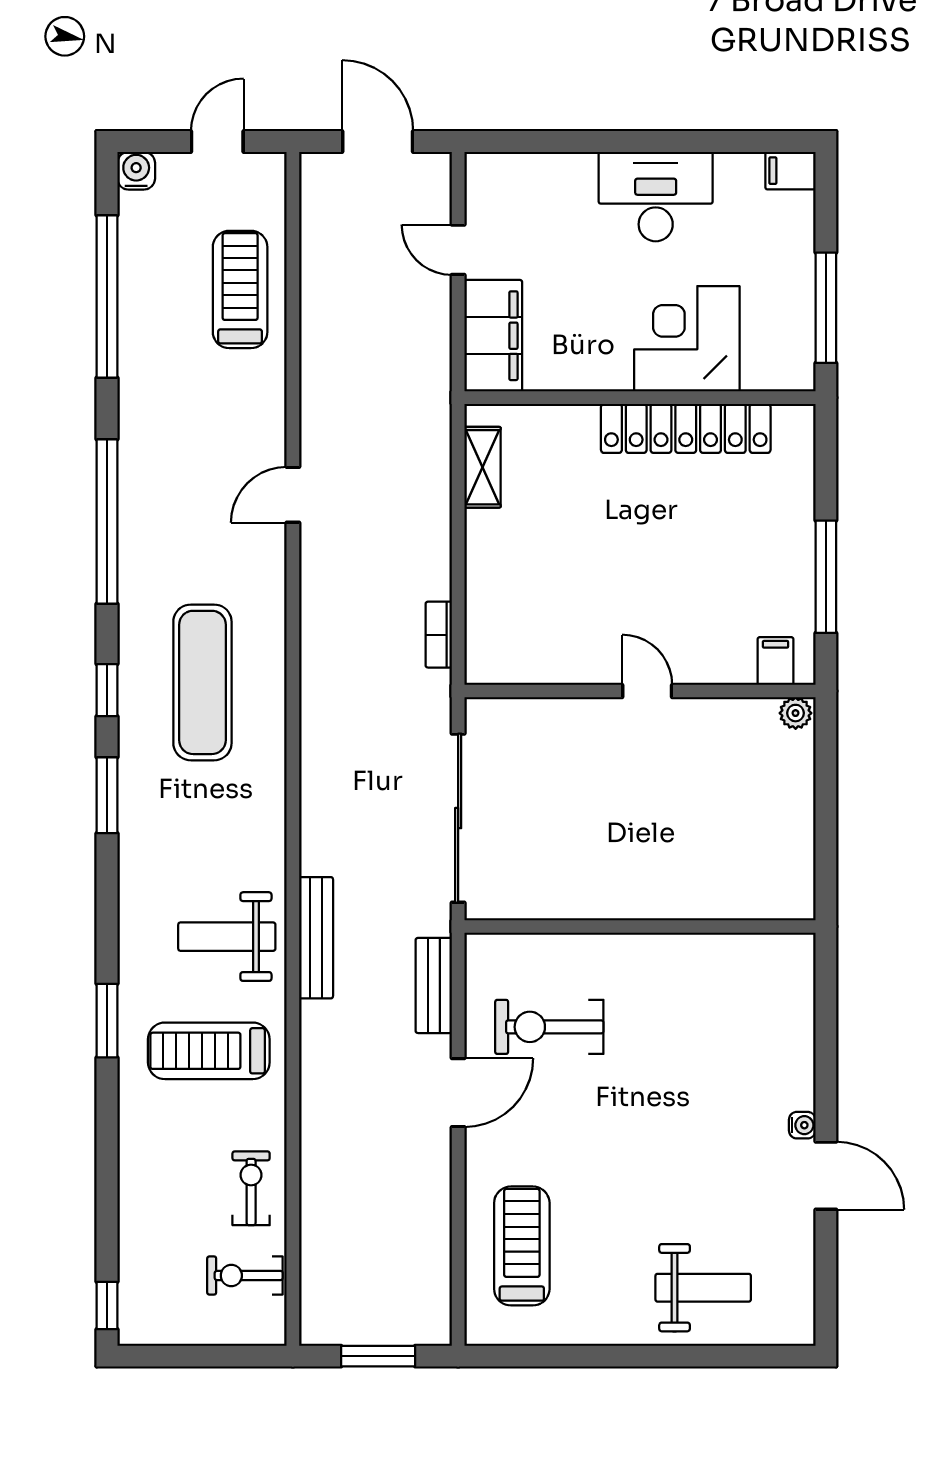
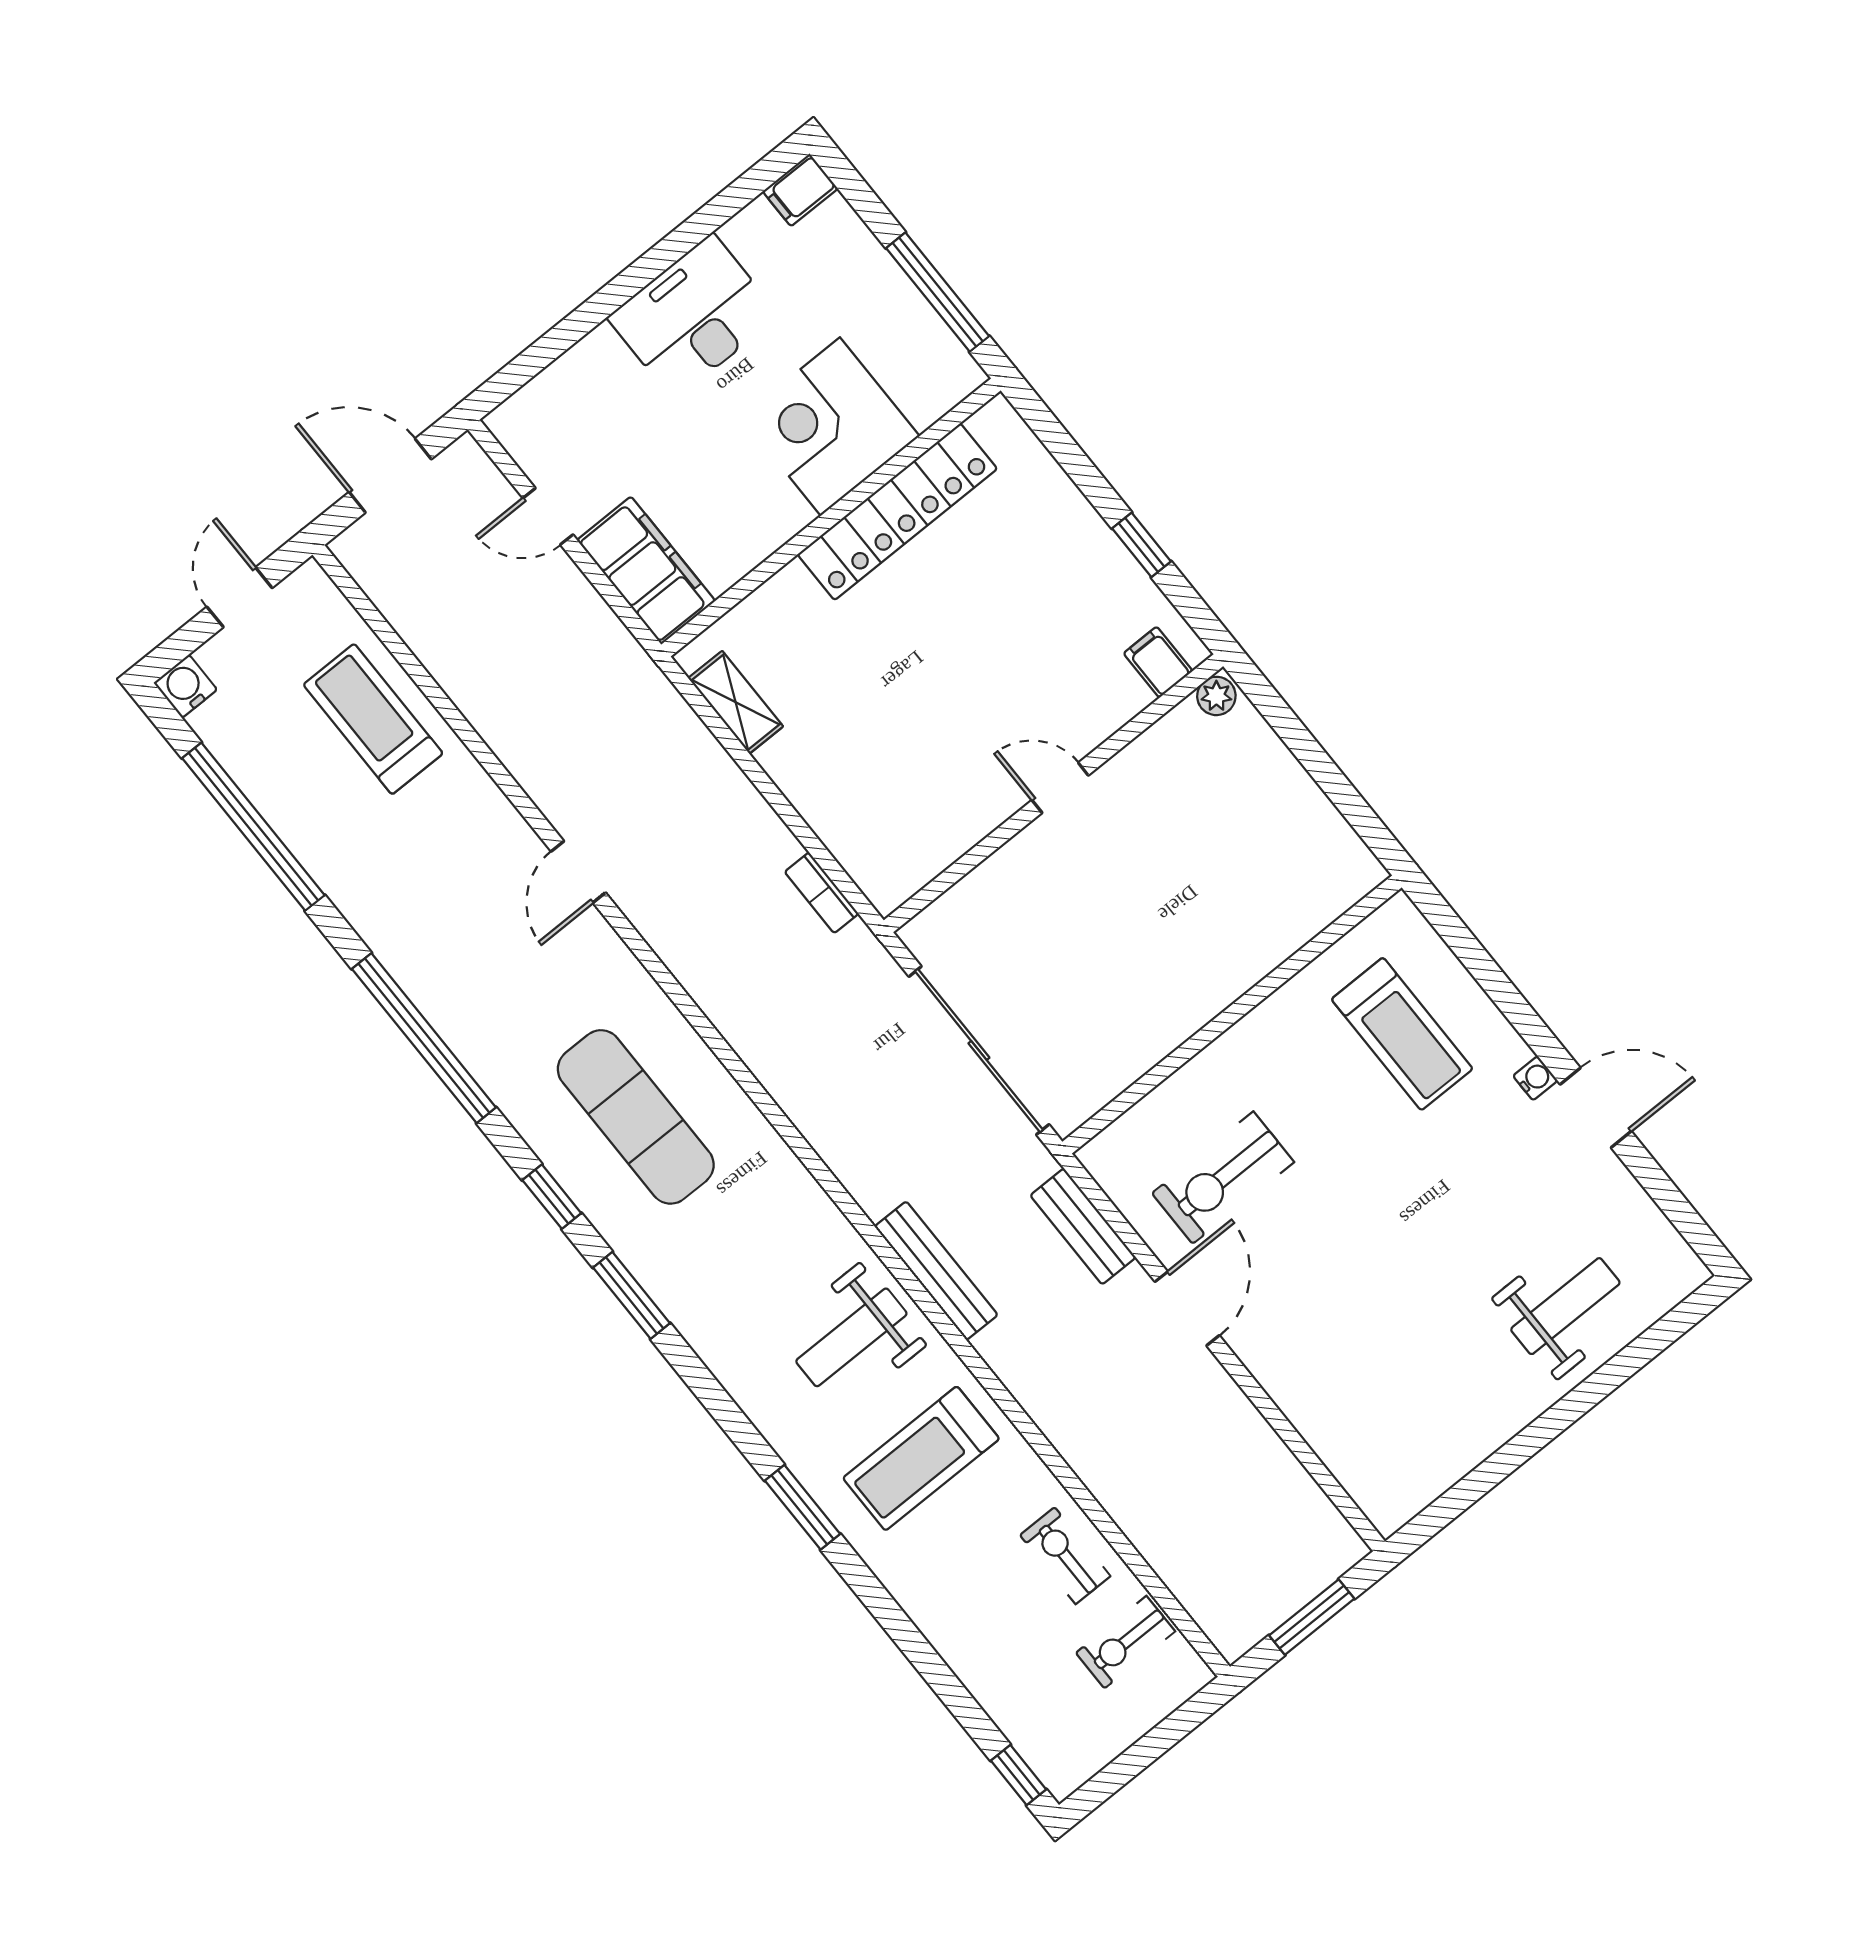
window: (826, 577) -> (1142, 545), width x0.46
treadmill: (522, 1246) -> (1402, 1034), moved, turned 180

